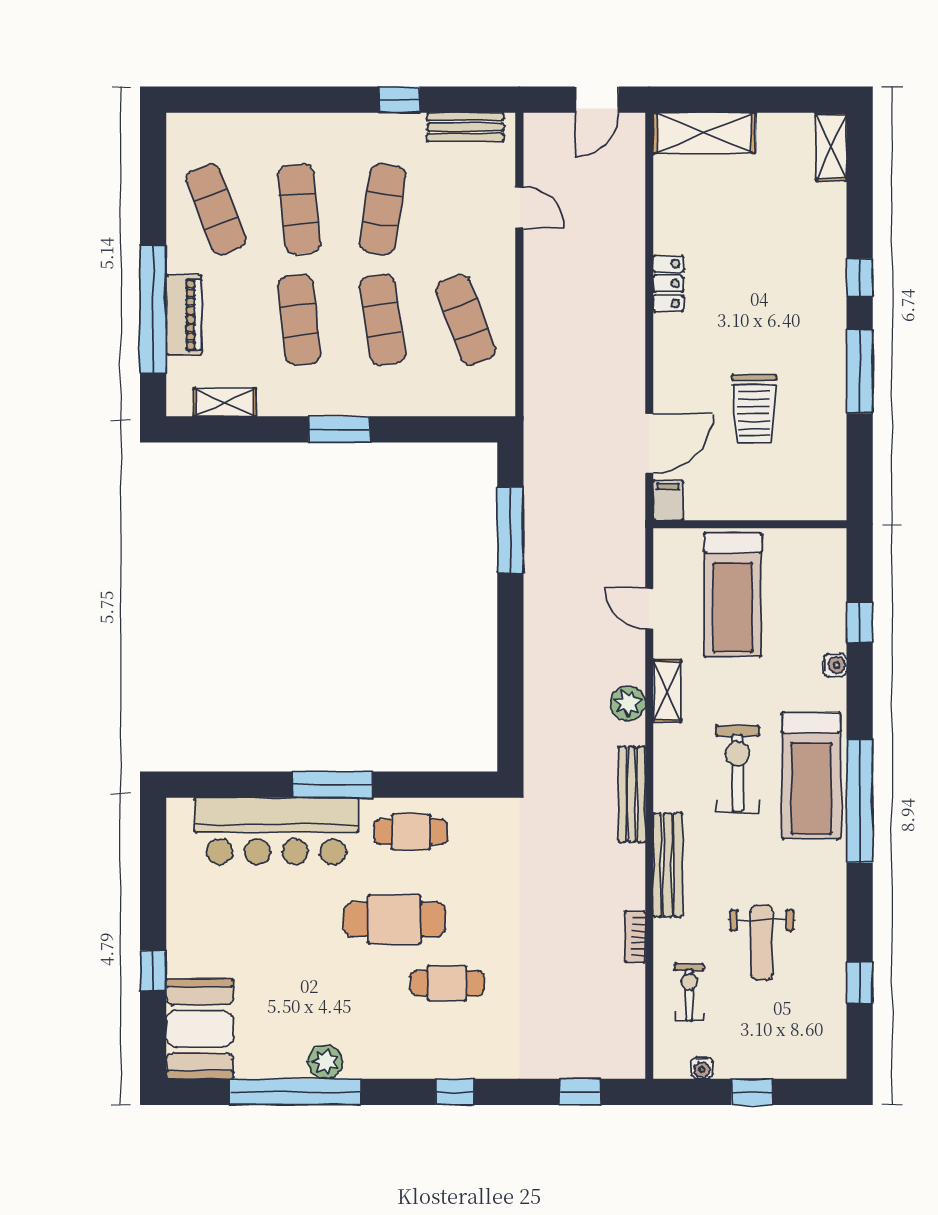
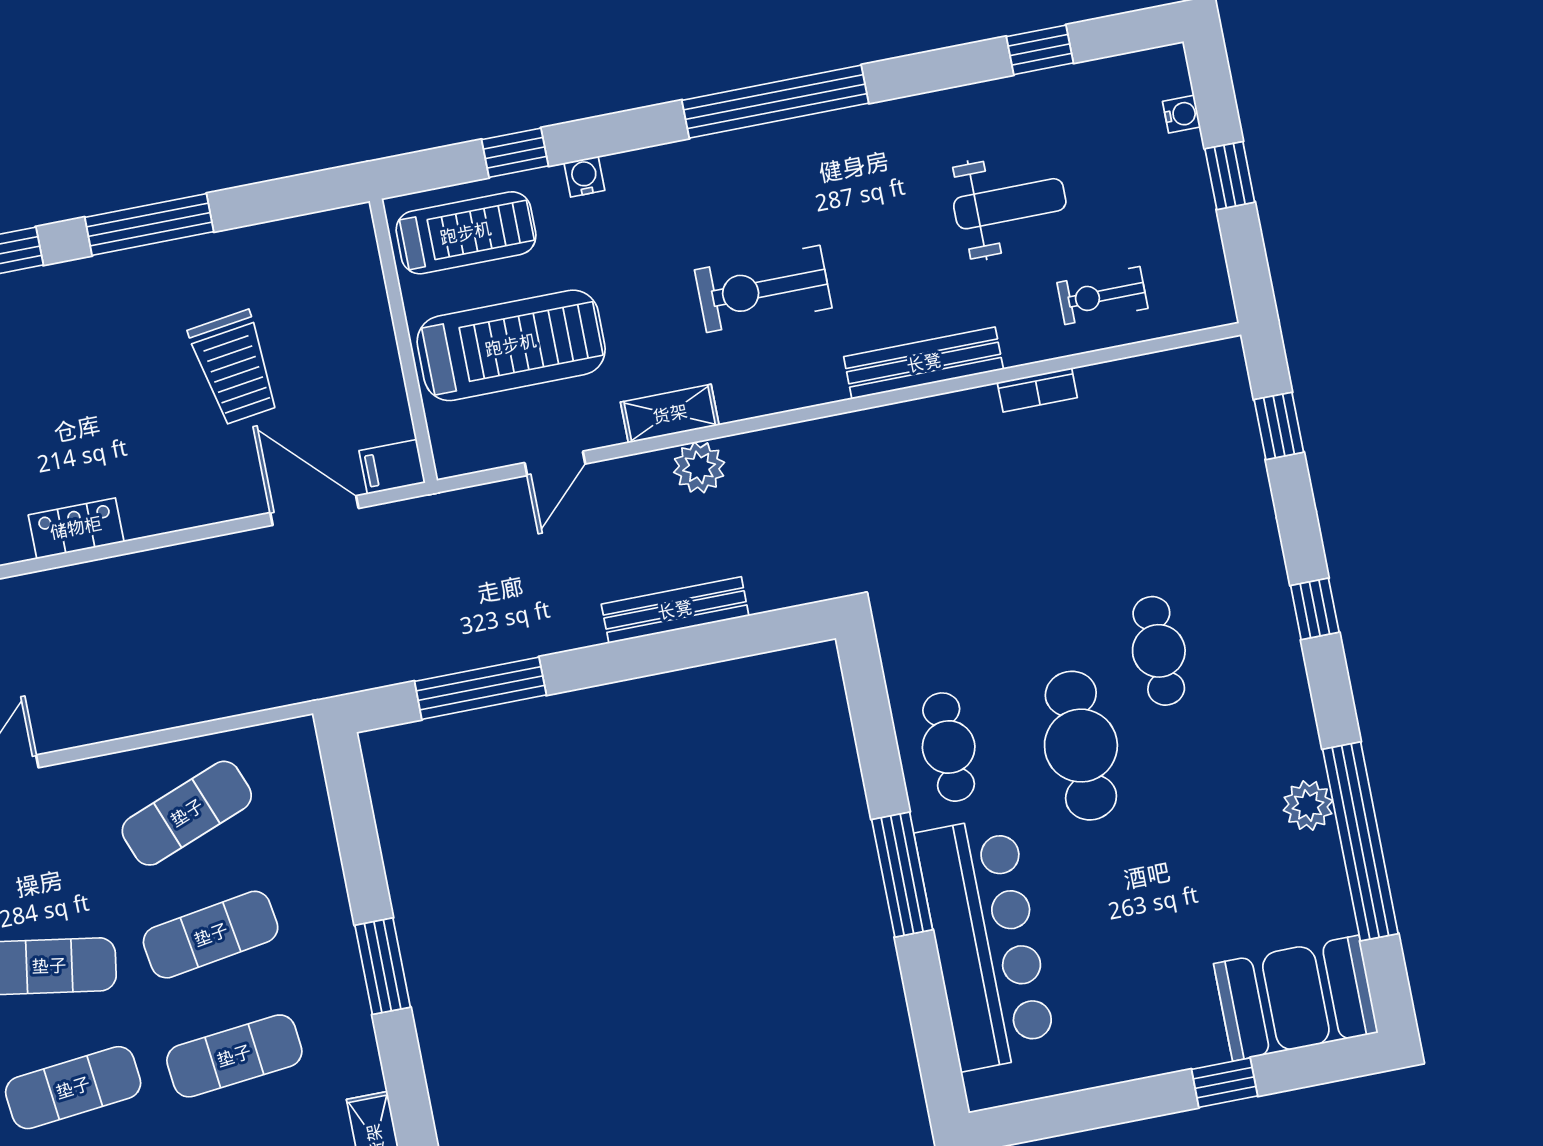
trolley: (754, 409) -> (234, 368), turned 82
treadmill: (811, 776) -> (466, 233), moved, width x0.73, depth x0.73
bench: (632, 794) -> (675, 610), moved
water cooler: (702, 1068) -> (1182, 114), moved

